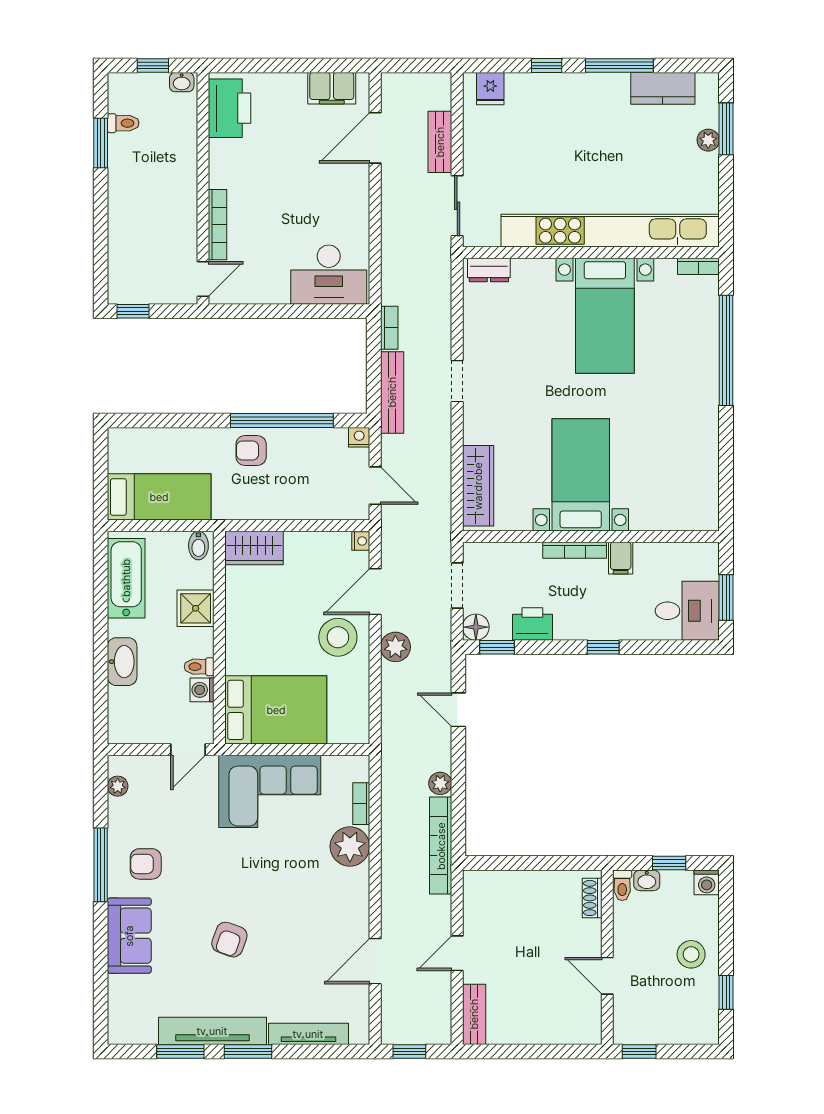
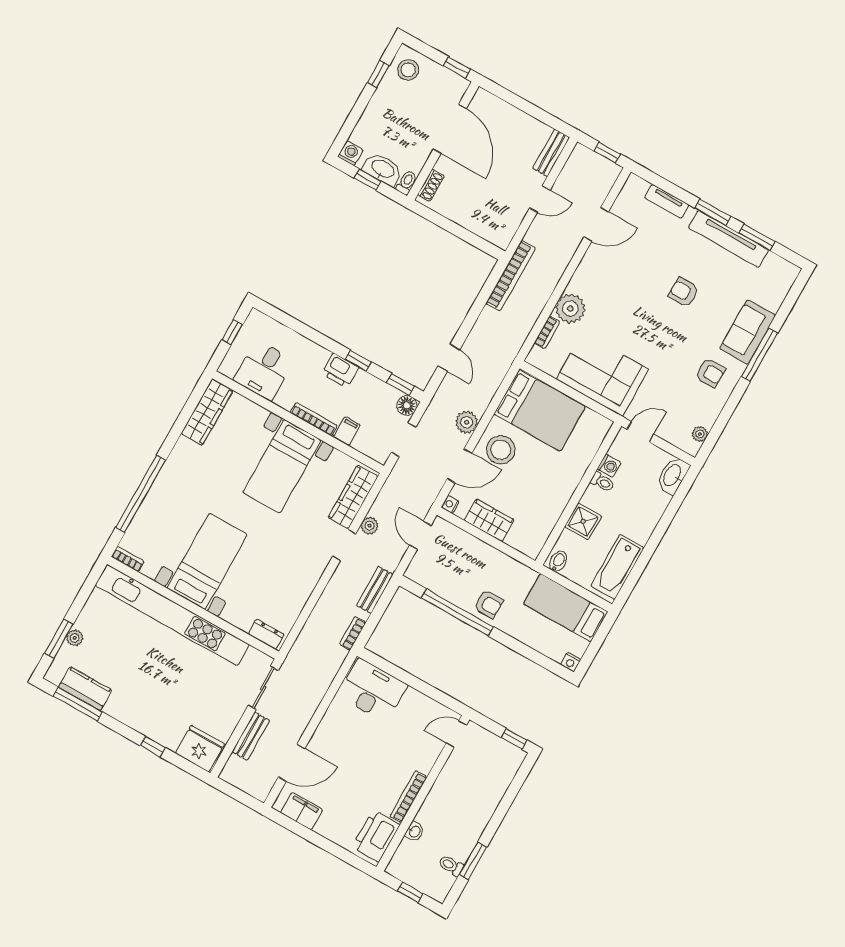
window: (619, 66) -> (78, 704), moved
washbasin: (182, 82) -> (414, 832), moved, turned 90
fridge: (490, 89) -> (200, 749), width x1.88, depth x1.34
bookcase: (218, 225) -> (408, 797), moved
doorway: (457, 381) -> (344, 545), moved
bench: (392, 392) -> (375, 590), width x0.73
nightstand: (359, 437) -> (571, 662), moved
wardrobe: (703, 489) -> (207, 412), added
wardrobe: (254, 548) -> (489, 520), moved
filing cabinet: (621, 558) -> (347, 431), moved
window: (726, 597) -> (232, 332), width x0.67
desk: (687, 611) -> (264, 370), moved, turned -90
printer: (532, 624) -> (340, 371), moved
window: (603, 647) -> (358, 361), moved
washbasin: (122, 662) -> (673, 475), moved
bed: (276, 710) -> (540, 410), moved, turned 180
plant: (440, 783) -> (370, 526), moved
window: (101, 865) -> (759, 355), moved
washbasin: (647, 880) -> (383, 169), width x1.91, depth x1.45
armchair: (229, 940) -> (684, 292), turned -110
stool: (691, 954) -> (408, 70), moved
door: (607, 976) -> (450, 129), width x1.87
tv unit: (308, 1034) -> (667, 201), width x0.71

